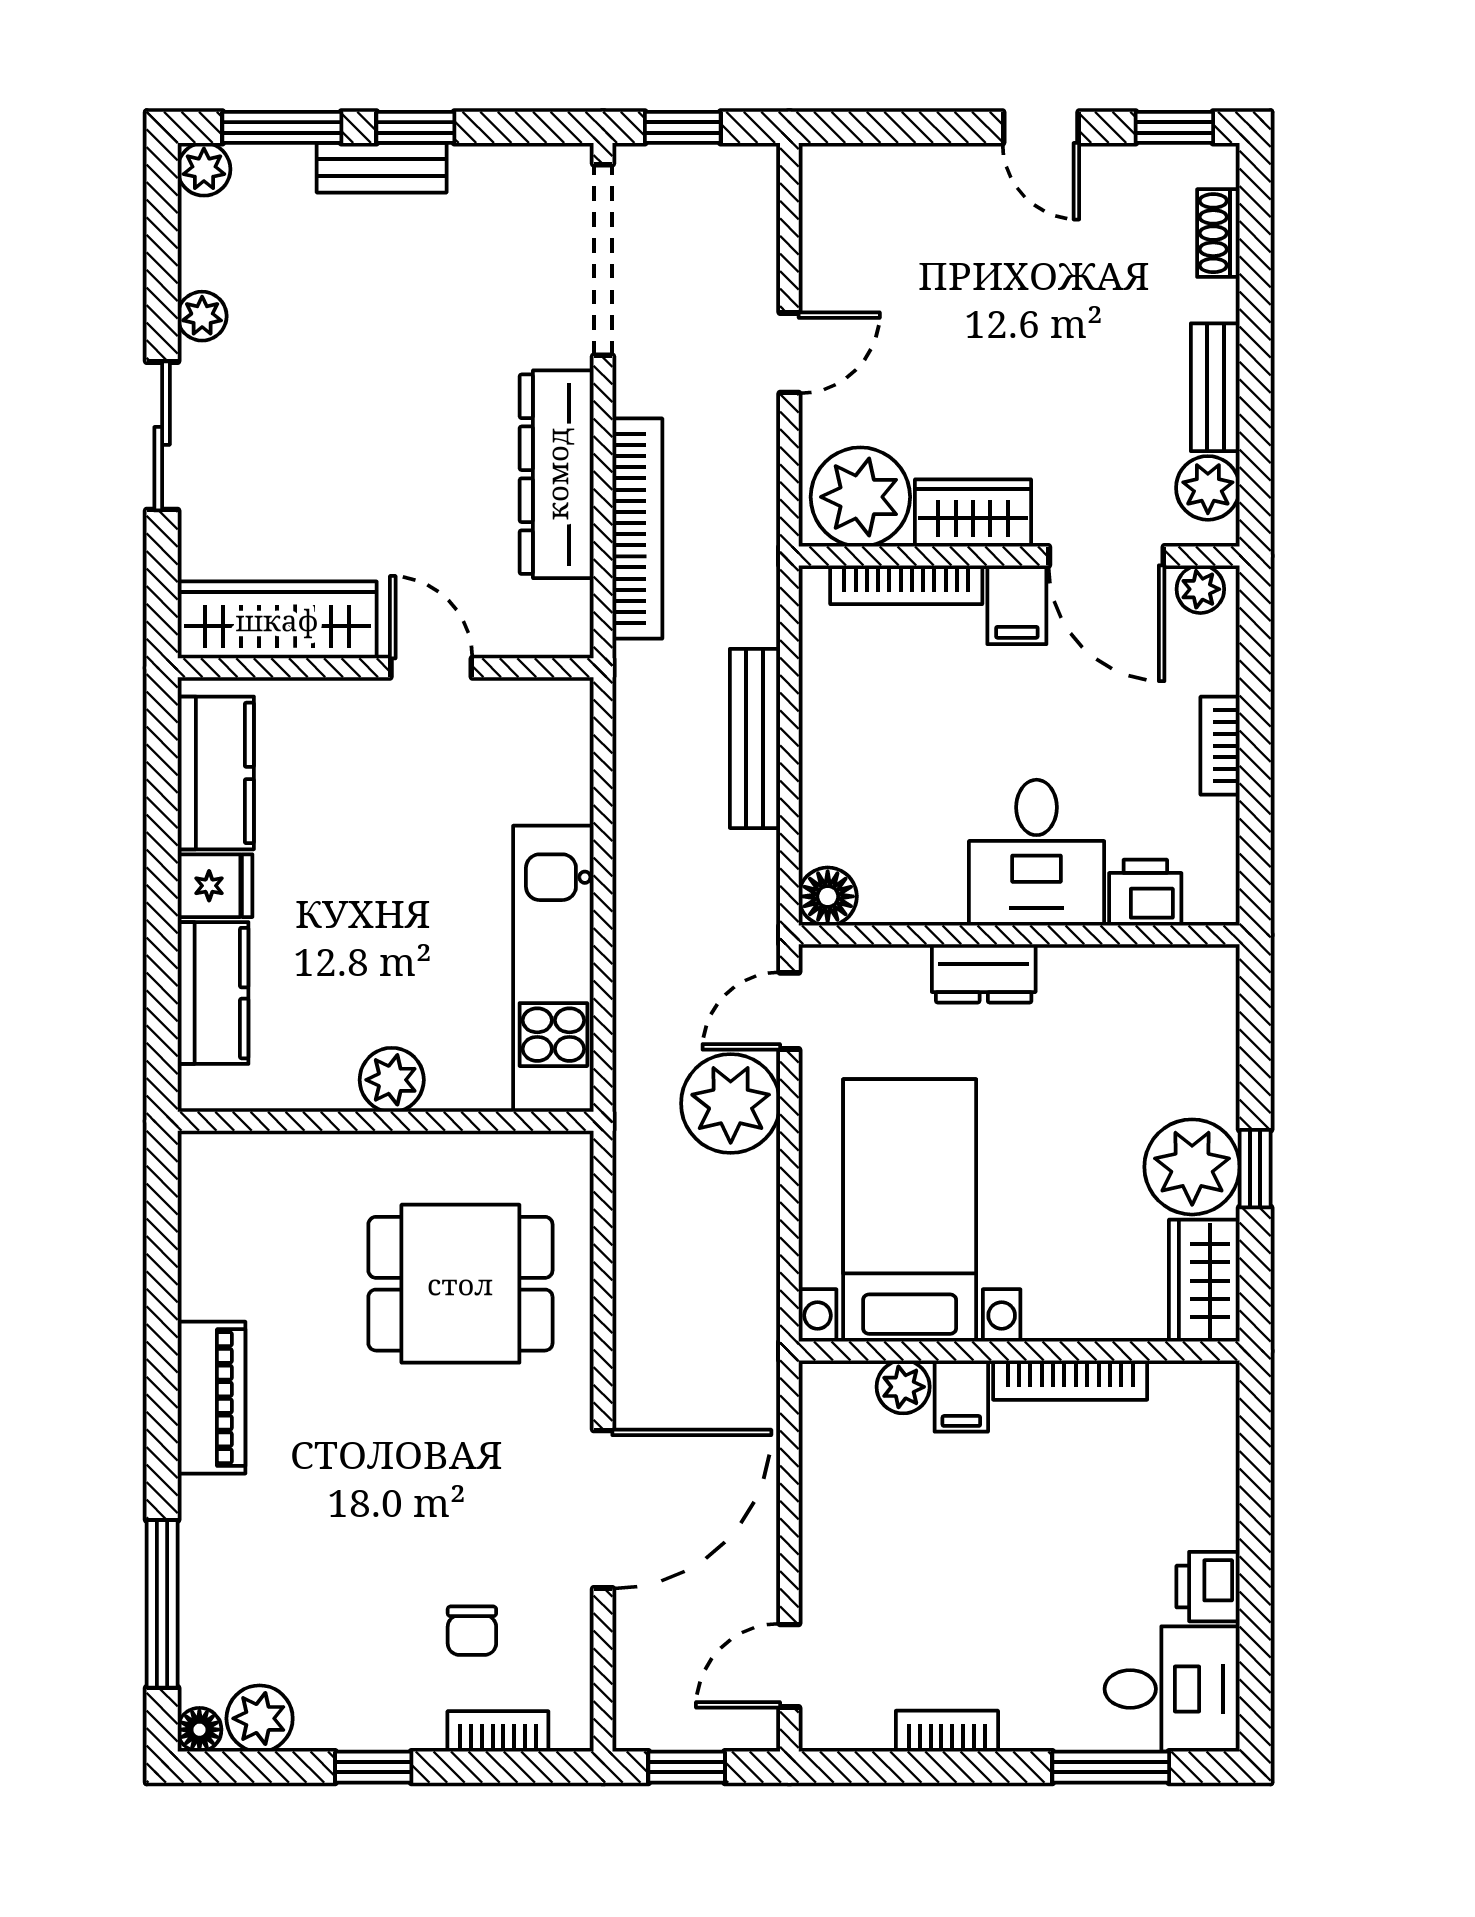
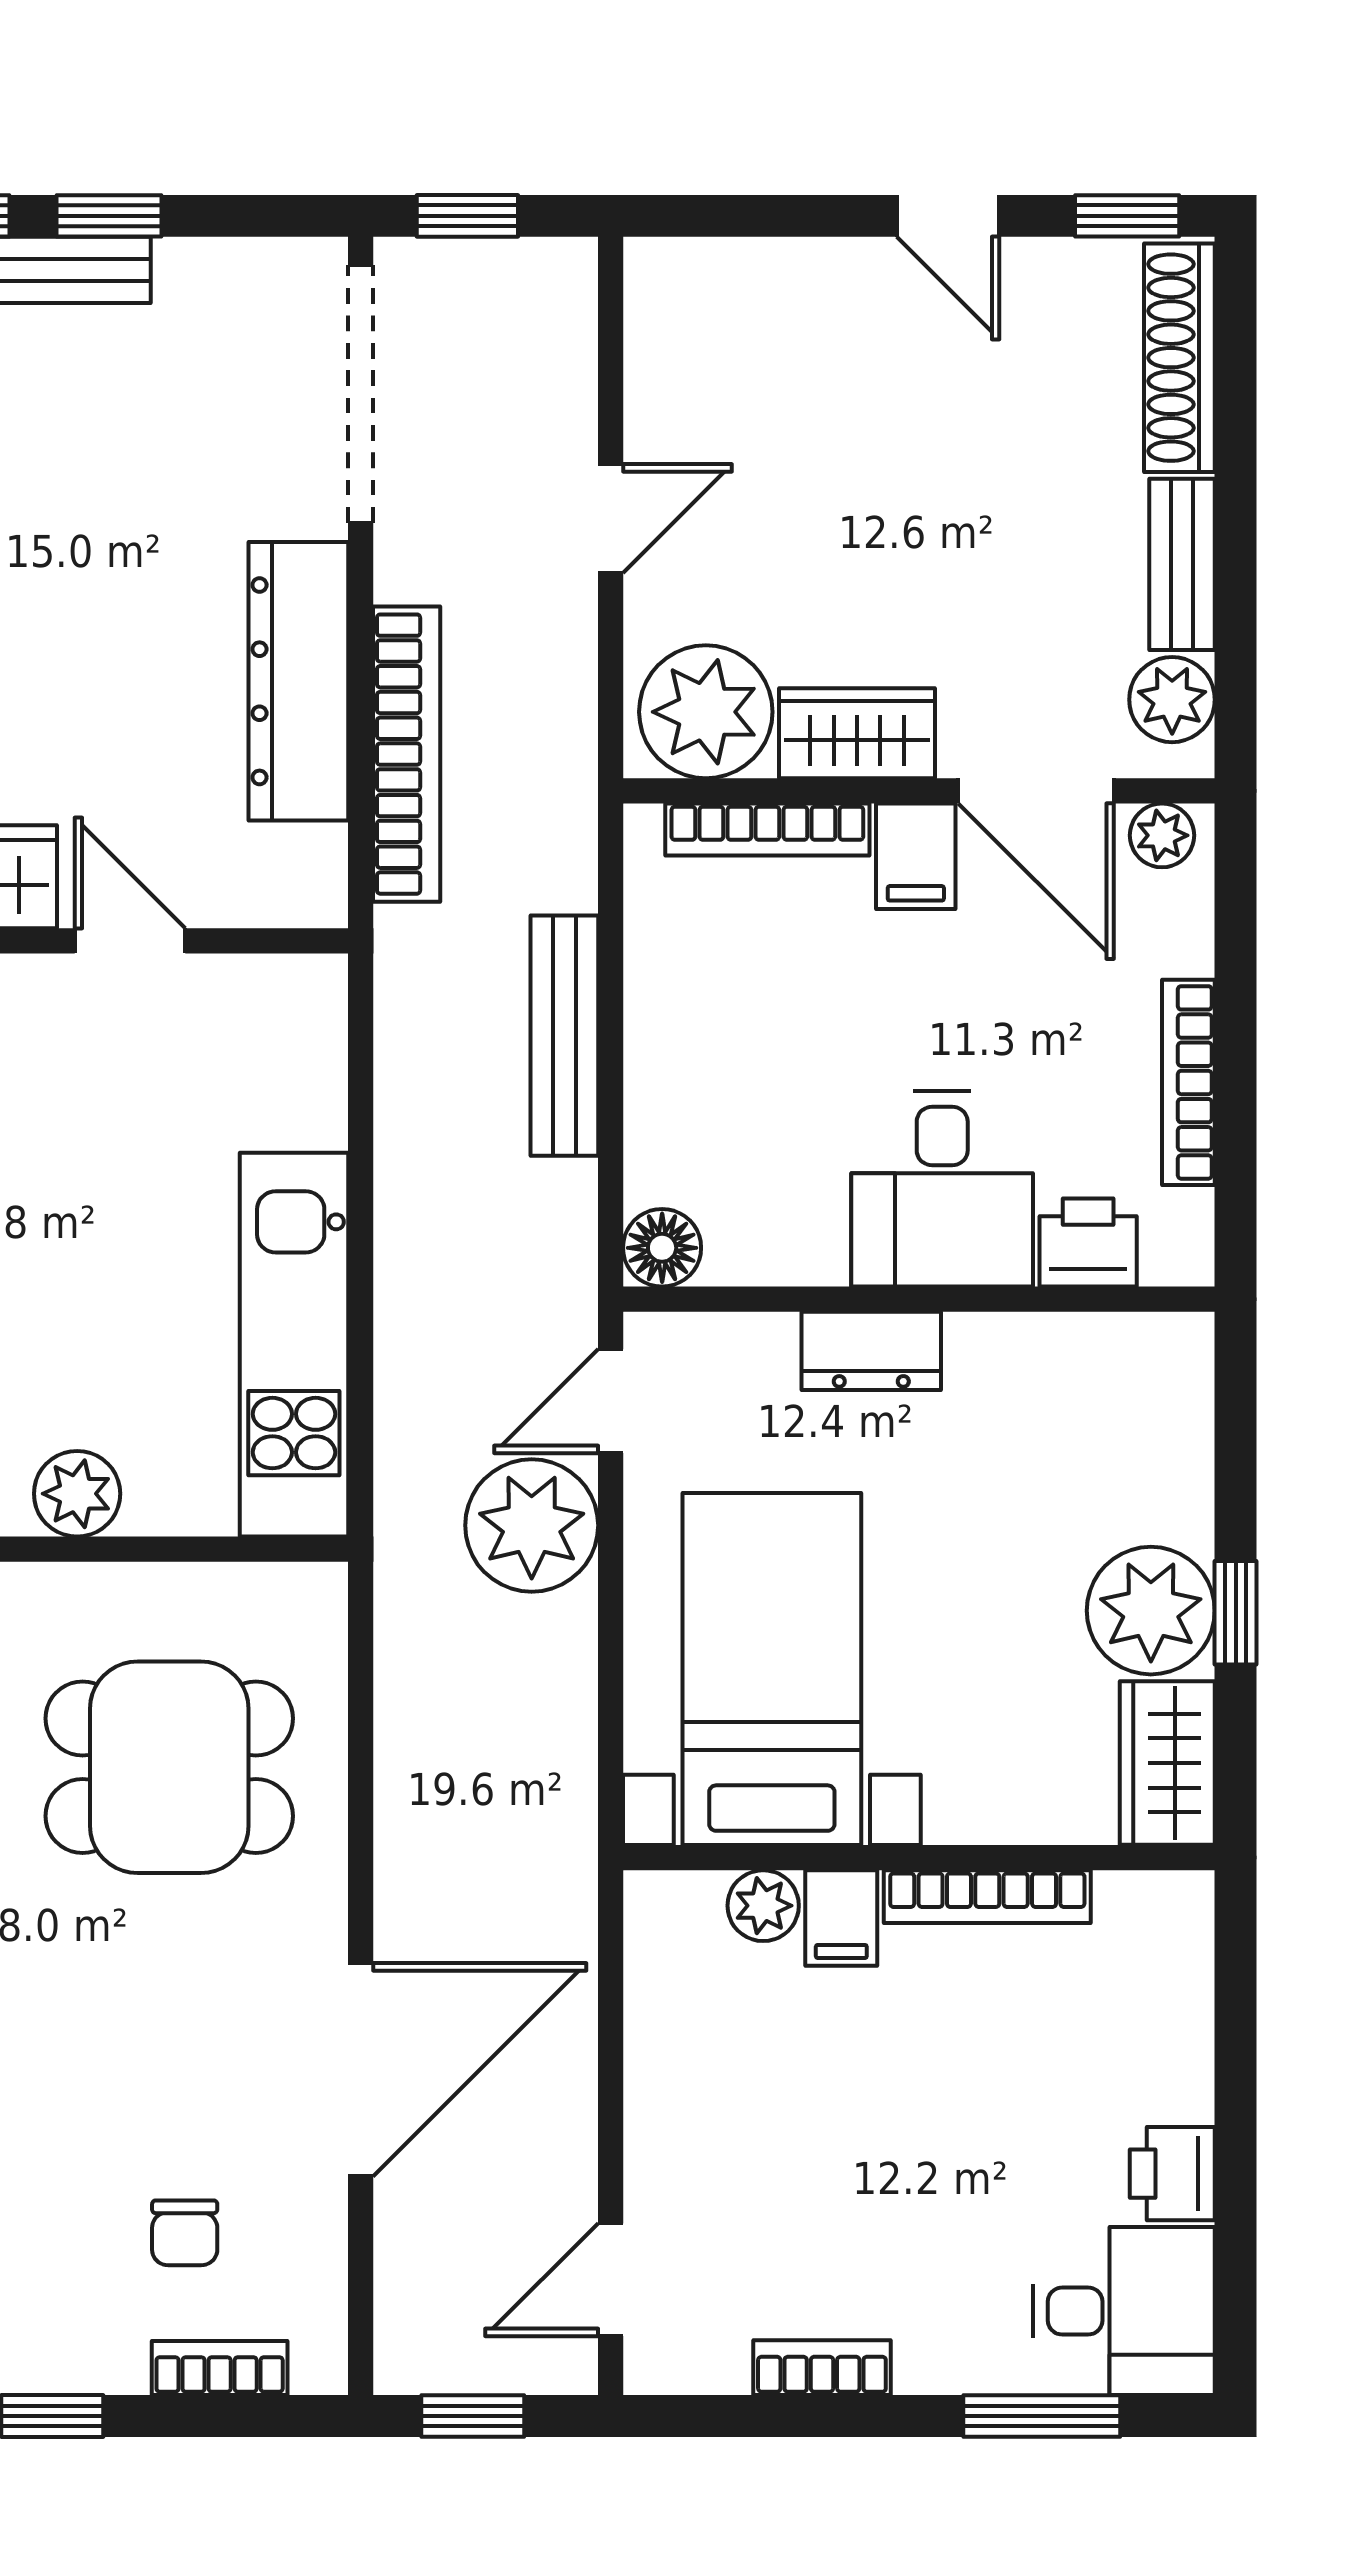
shoe rack: (1218, 233) -> (1179, 358), width x1.94, depth x1.24
bookcase: (1220, 746) -> (1188, 1082), width x1.56

